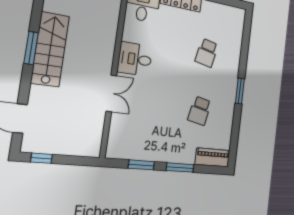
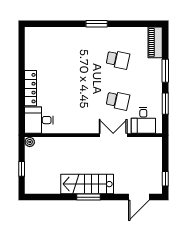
school desk: (207, 53) -> (118, 100), moved
desk: (135, 59) -> (143, 120), moved

